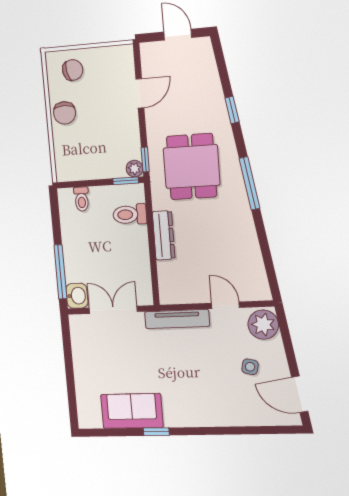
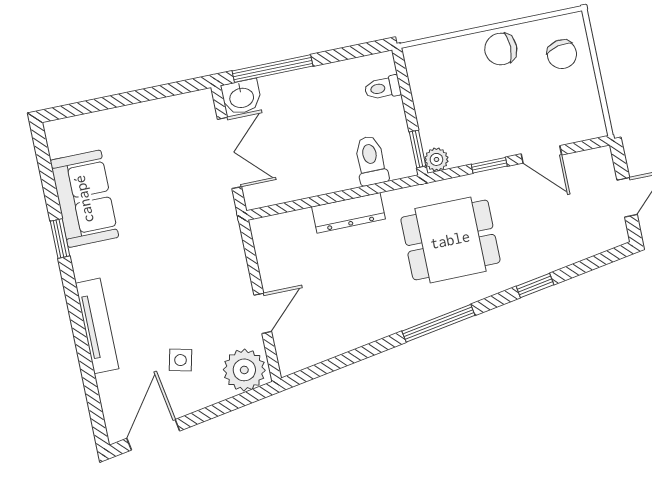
window: (145, 160) -> (489, 165), moved
tv unit: (177, 319) -> (97, 326), moved, turned 180

